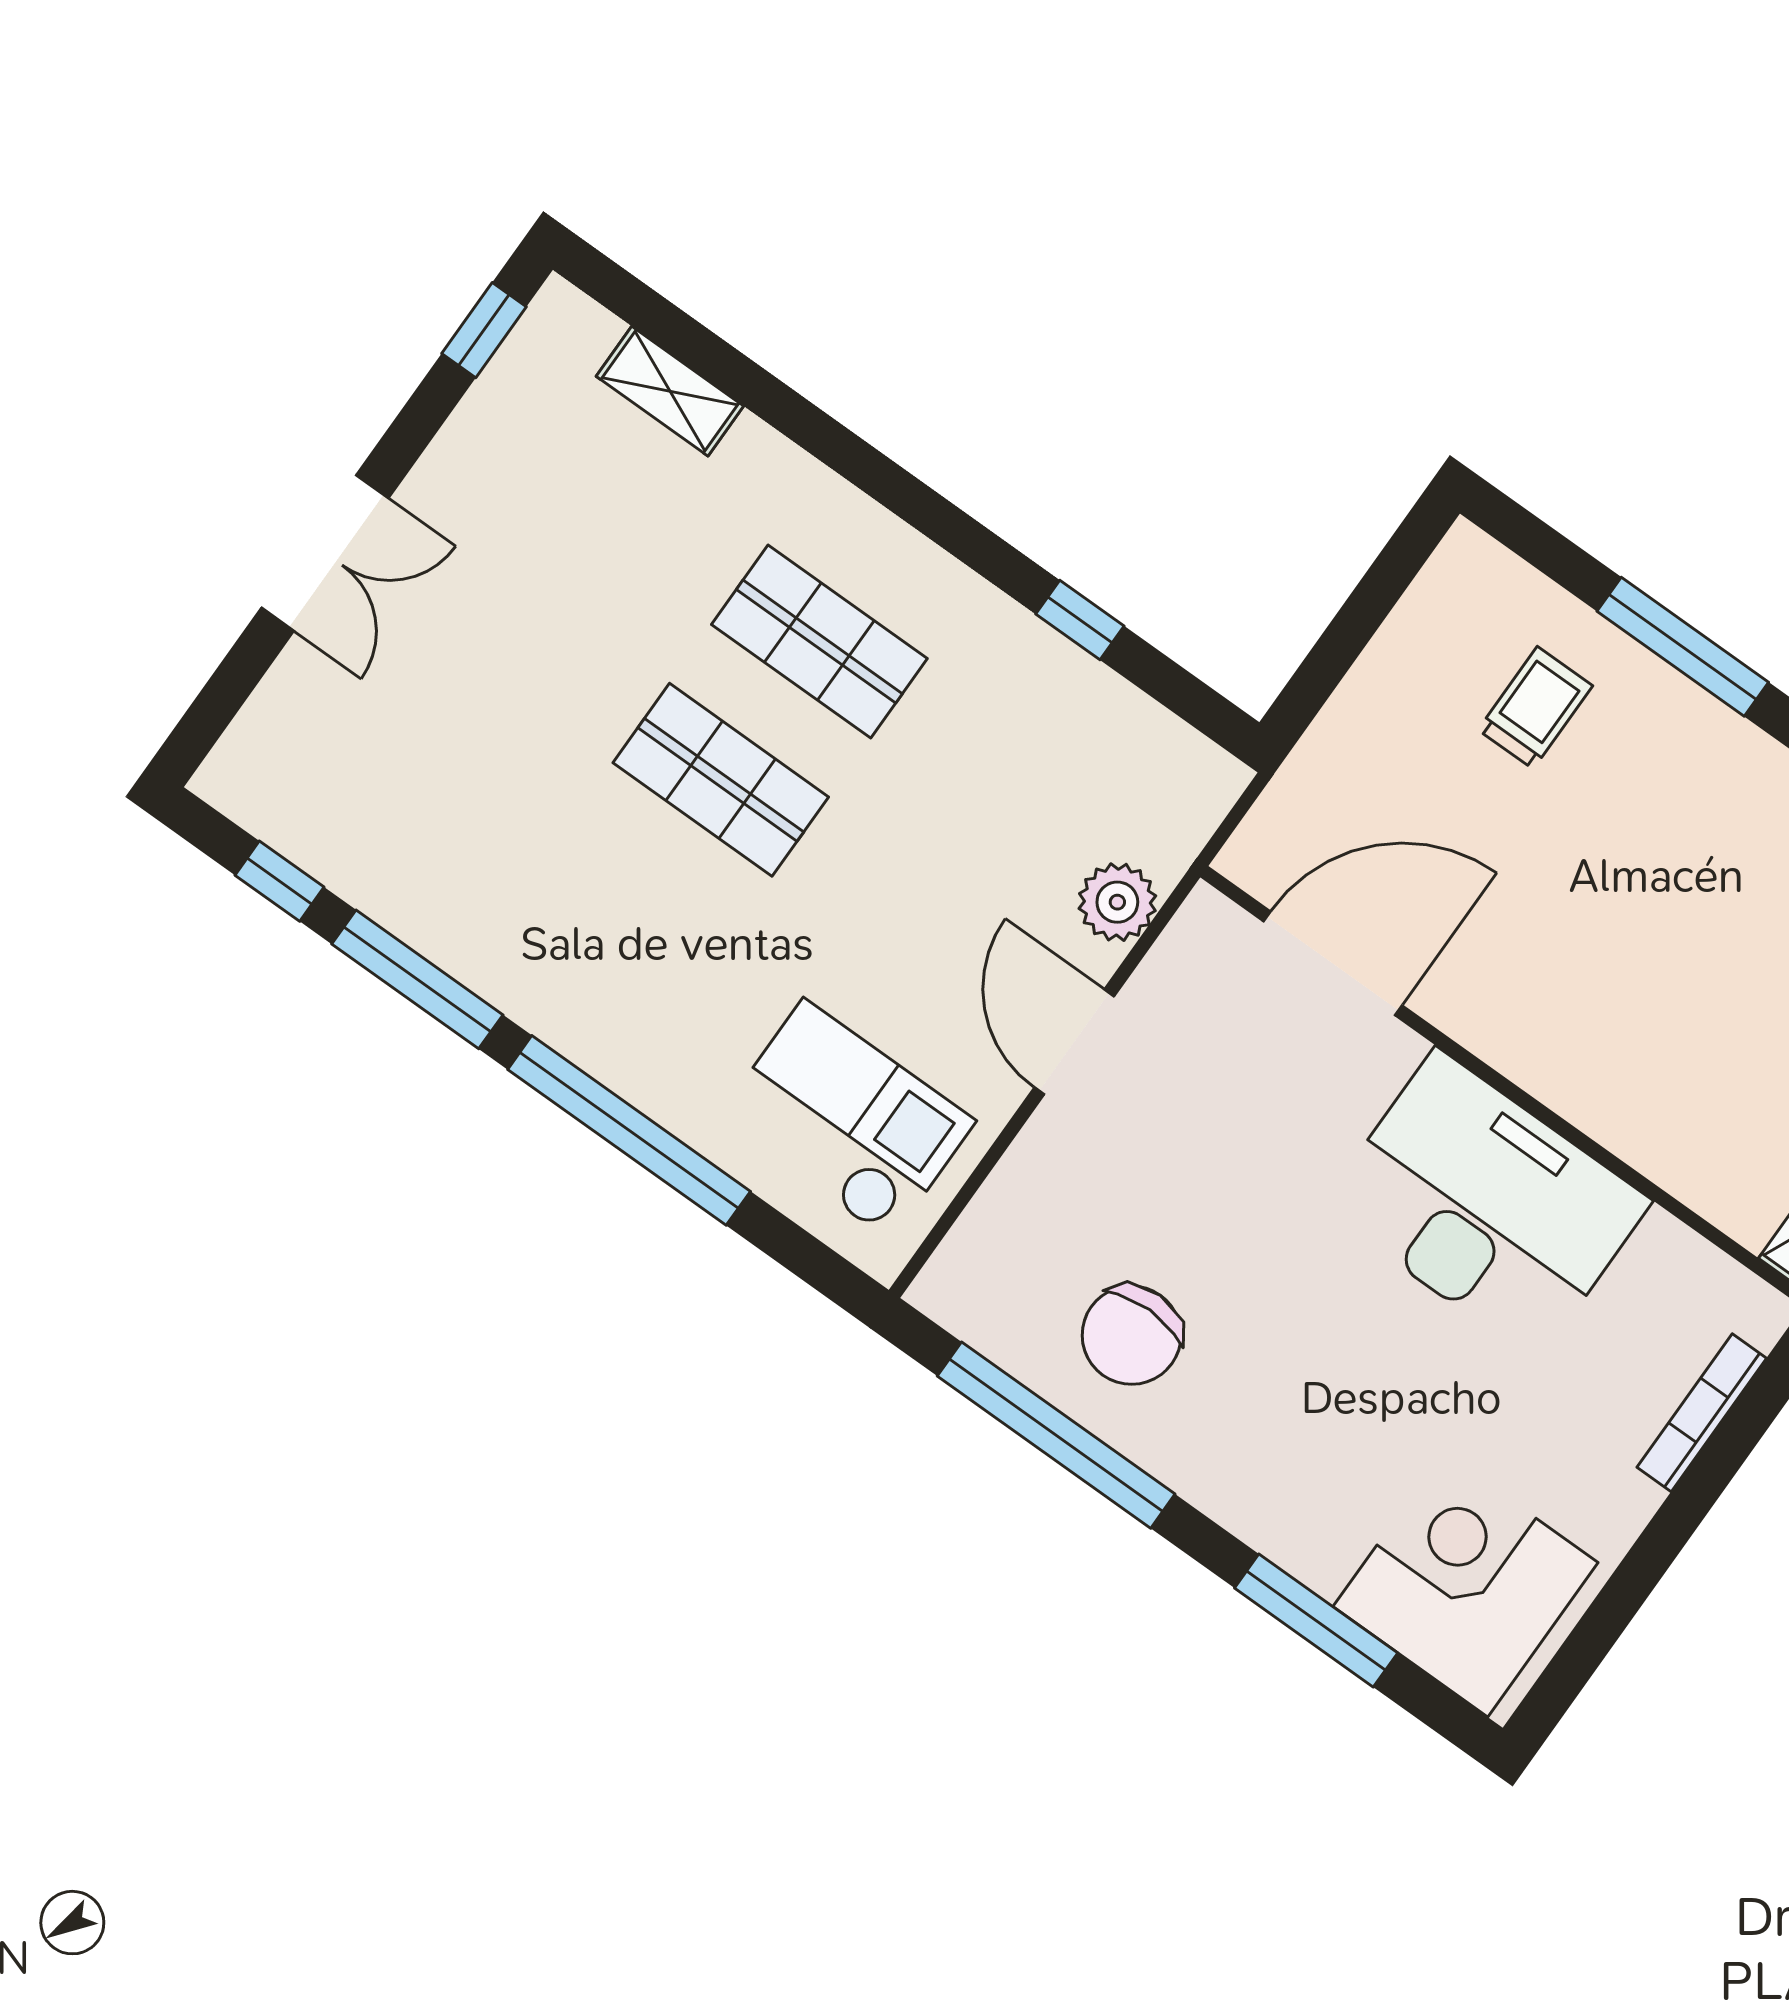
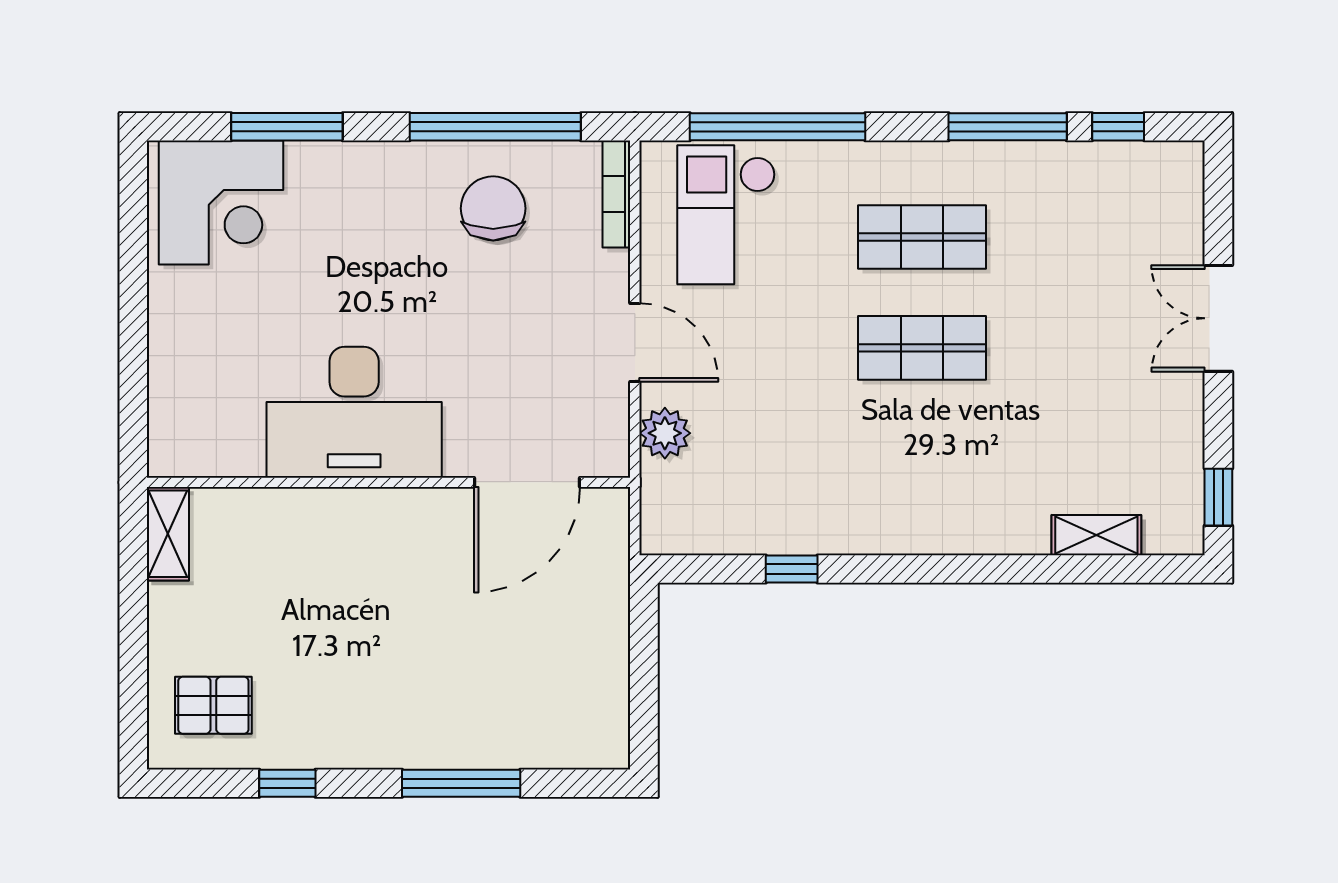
shop shelf: (819, 642) -> (922, 237), moved
trolley: (1535, 708) -> (516, 695), removed
checkout: (847, 1120) -> (726, 215), turned 90
window: (629, 1130) -> (777, 127), moved
bookcase: (1702, 1413) -> (616, 194), moved, turned 180

